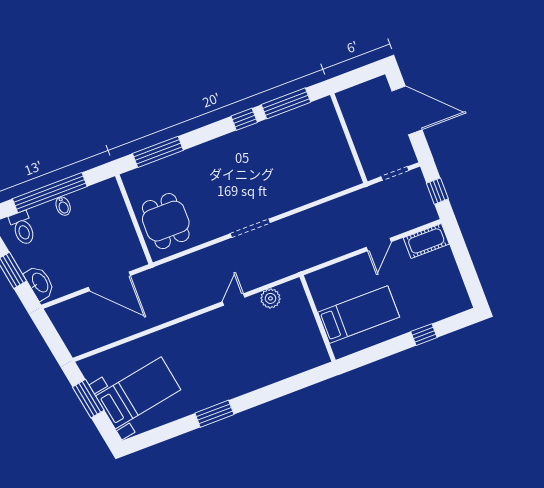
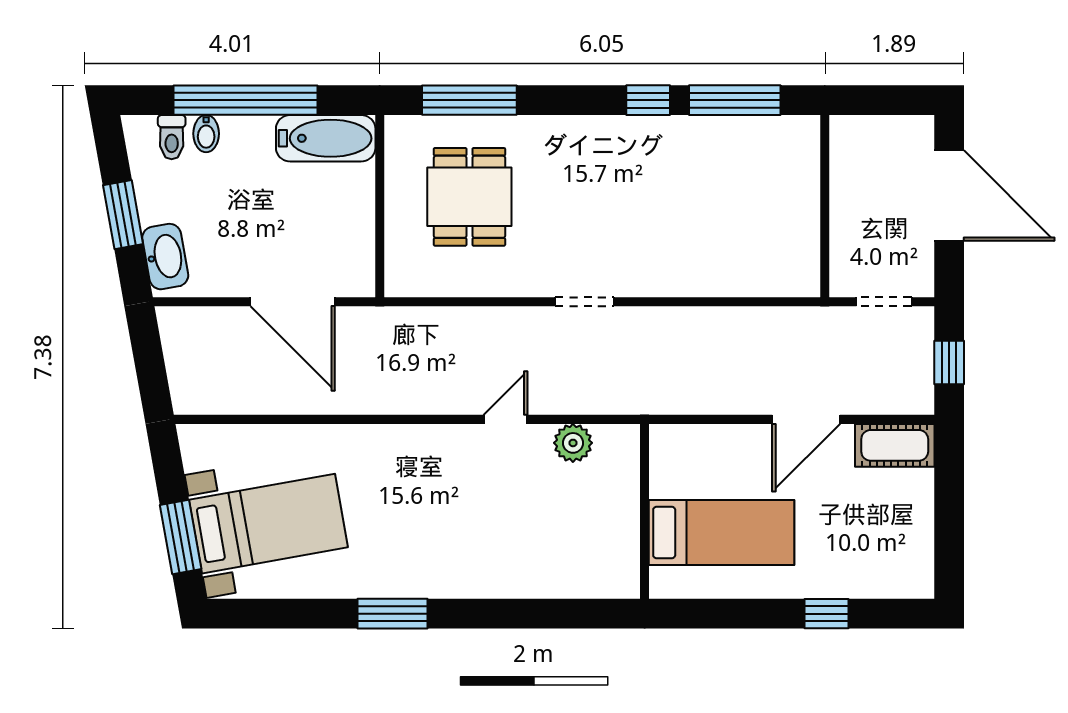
bathtub: (95, 196) -> (326, 138), added
bidet: (63, 206) -> (206, 134), moved
dining table: (166, 221) -> (469, 197), moved
toilet: (23, 228) -> (172, 137), width x0.73, depth x0.72
doorway: (250, 228) -> (585, 302), width x0.73
door: (379, 245) -> (806, 419), width x1.38
window: (88, 399) -> (181, 537), moved

